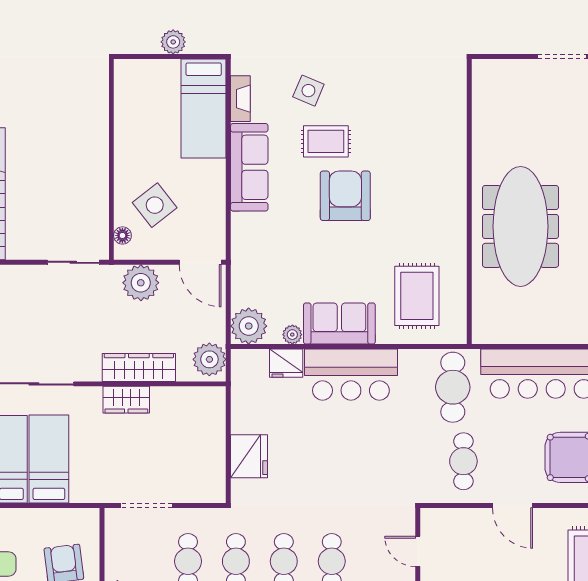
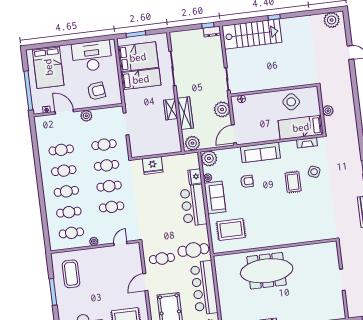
sofa: (249, 167) -> (260, 152), moved
armchair: (345, 196) -> (247, 181), moved, width x0.53, depth x0.53
side table: (155, 205) -> (291, 102), moved

